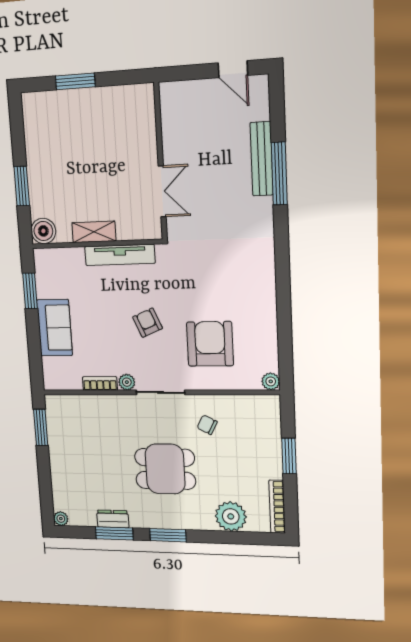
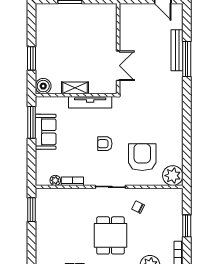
window: (30, 291) -> (32, 122), width x1.44
armchair: (148, 323) -> (105, 144), turned -67
sofa: (55, 328) -> (46, 132), moved
plant: (271, 381) -> (173, 176), width x1.88, depth x1.88
plant: (127, 382) -> (55, 180), moved
dining table: (165, 469) -> (110, 235), turned 90

